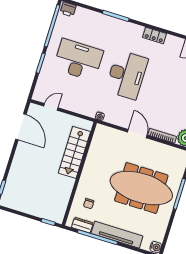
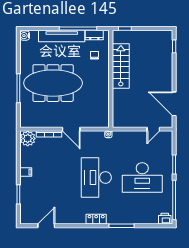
locker: (155, 35) -> (96, 219), moved
stairs: (74, 152) -> (121, 66), moved

